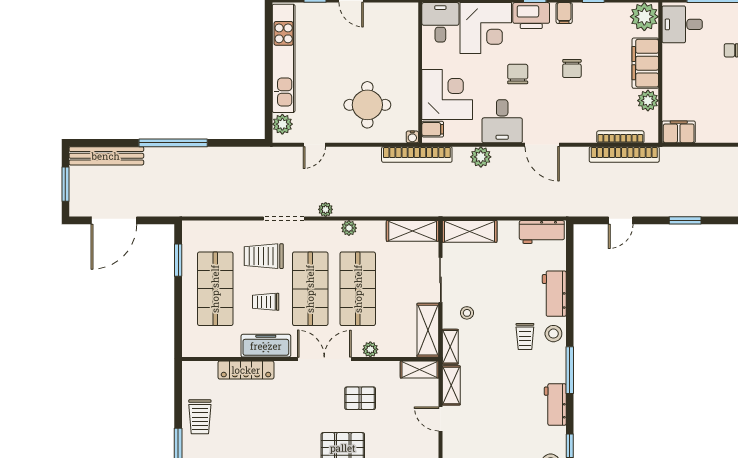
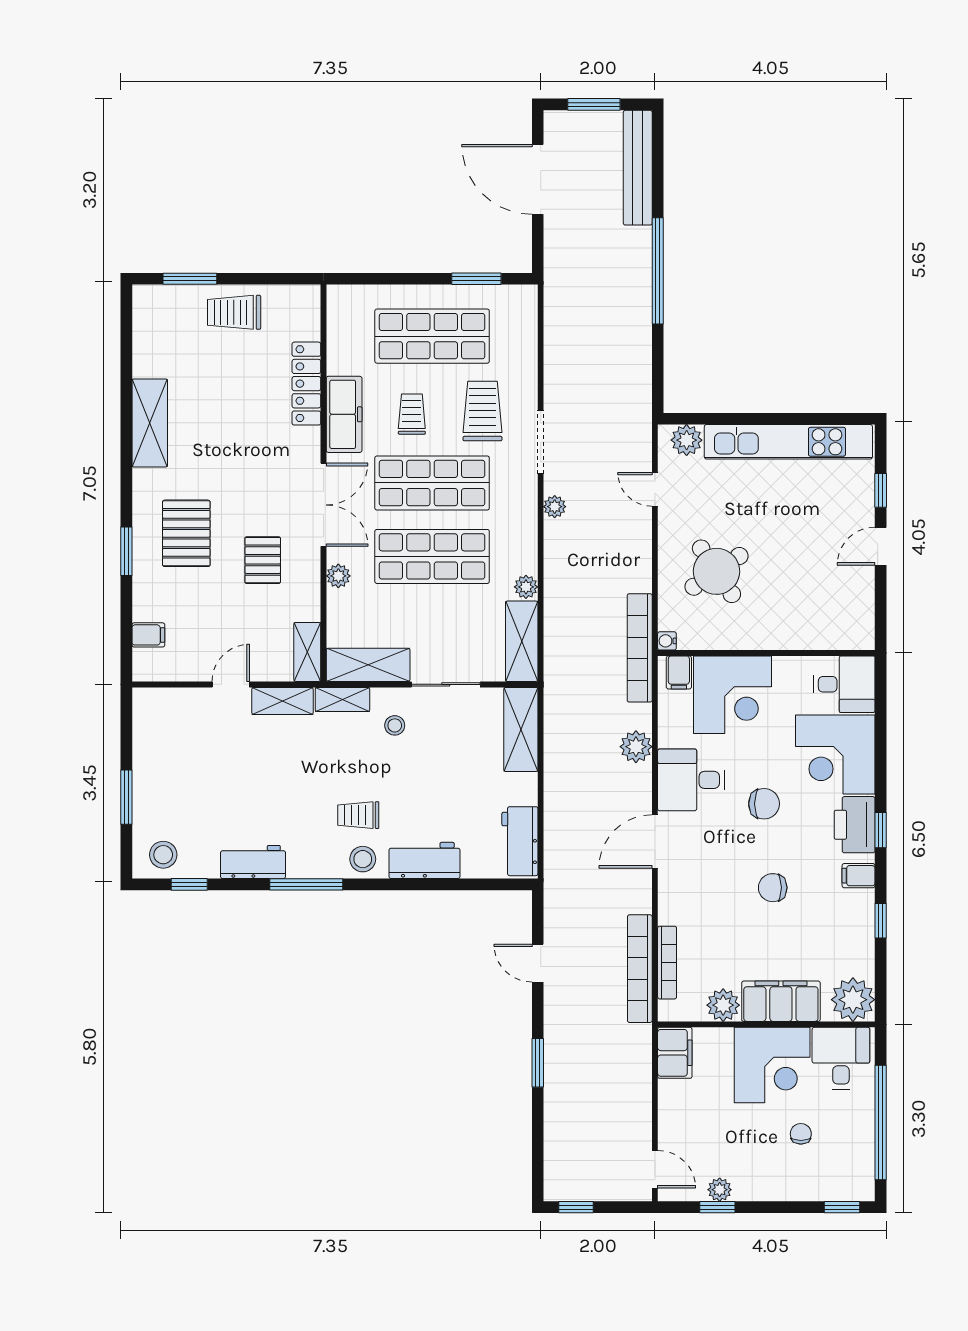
corner desk: (687, 69) -> (772, 1065), added
round table: (367, 105) -> (716, 571), turned -34
plant: (349, 228) -> (526, 587), moved

